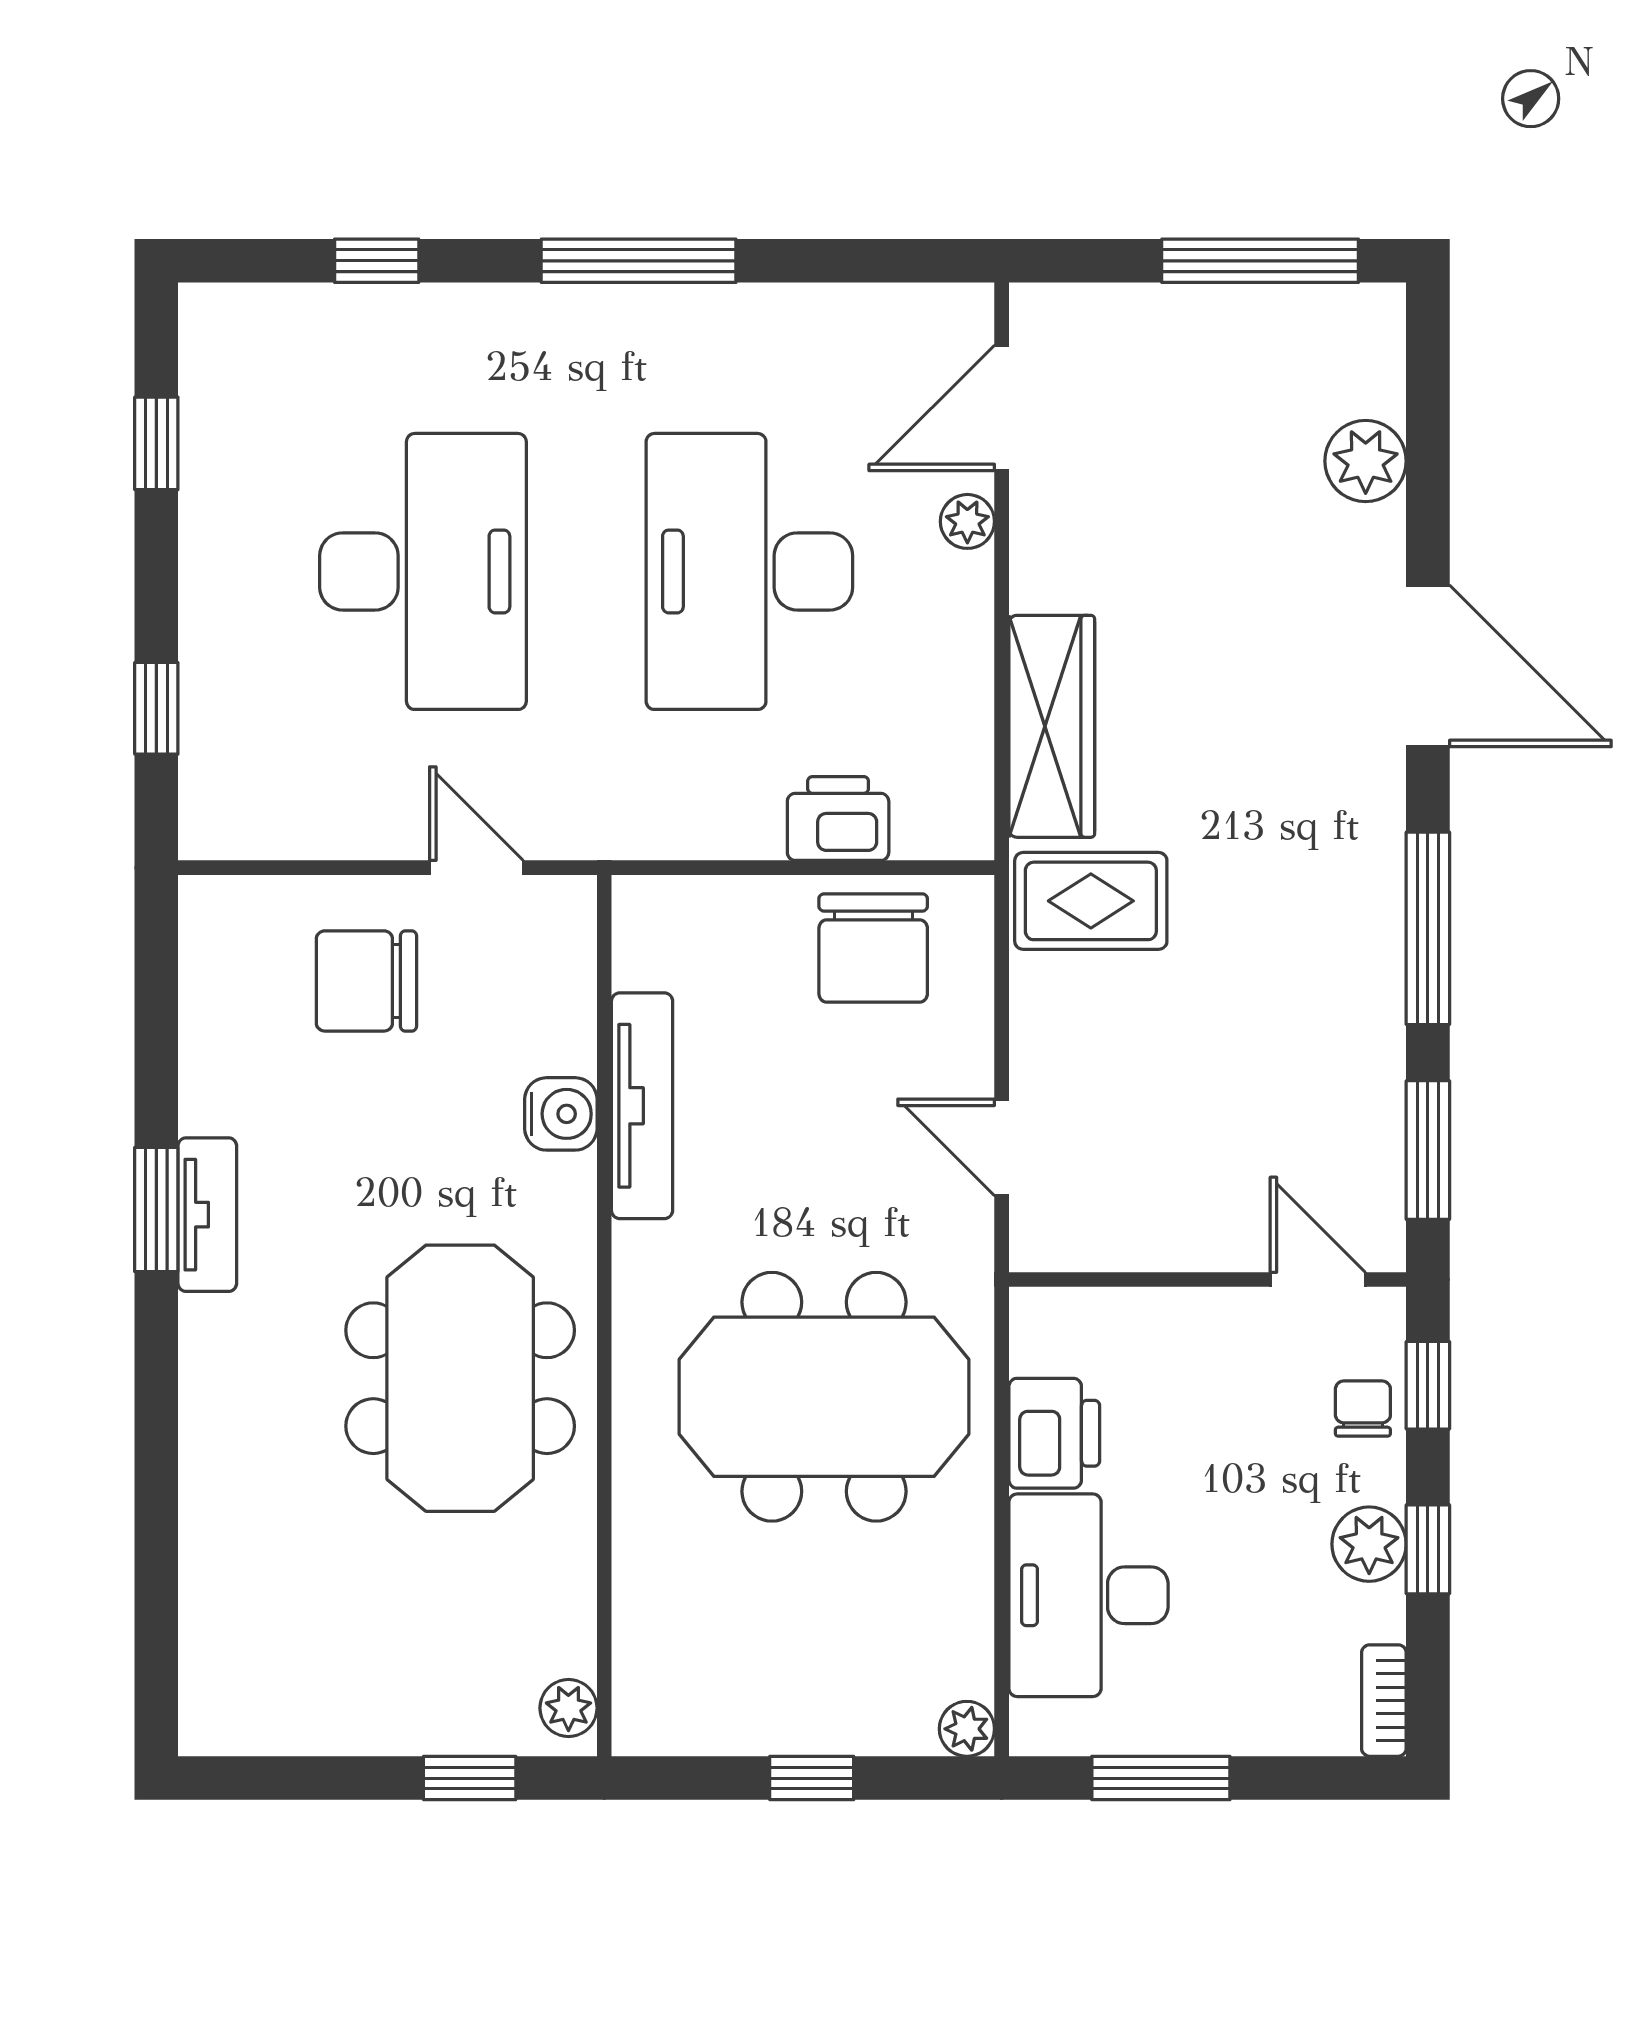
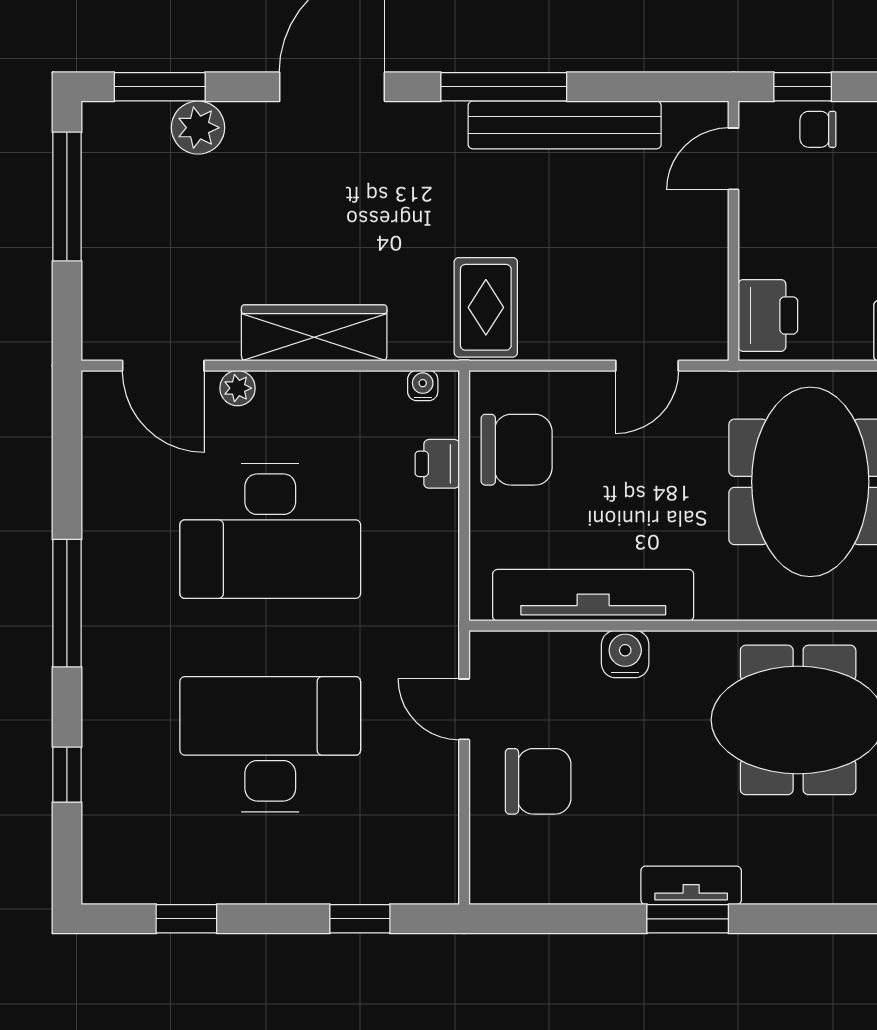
wardrobe: (1052, 726) -> (314, 333), moved
water cooler: (971, 804) -> (423, 386), added
printer: (838, 818) -> (437, 464), width x0.73, depth x0.81
door: (476, 868) -> (464, 709), hinge flipped
chair: (366, 981) -> (538, 781), turned -90
bench: (1370, 1021) -> (565, 125), added
tv unit: (642, 1106) -> (593, 595), width x1.36, depth x1.29
window: (1428, 1150) -> (160, 87), moved
printer: (1054, 1433) -> (768, 315), moved, turned 90

